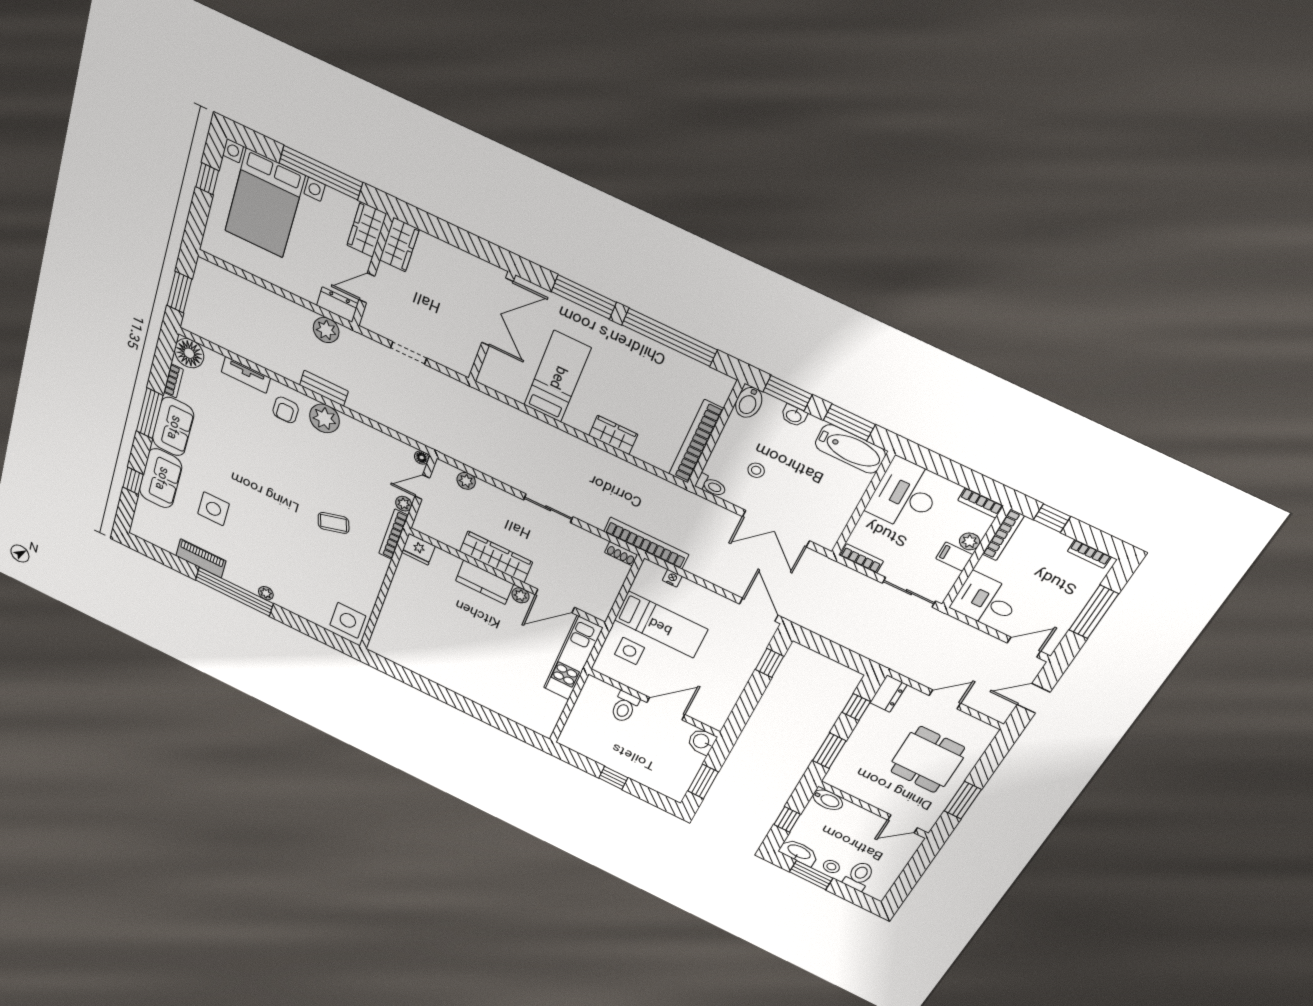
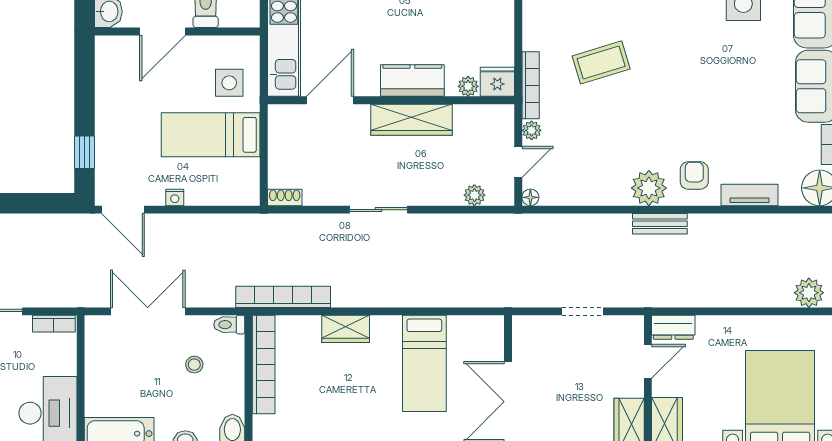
plant: (326, 330) -> (809, 293), moved
coffee table: (334, 523) -> (601, 62), width x1.36, depth x1.30
bookcase: (646, 543) -> (283, 297), moved, turned 180
nightstand: (672, 578) -> (175, 197), moved
plant: (521, 595) -> (468, 86), moved

